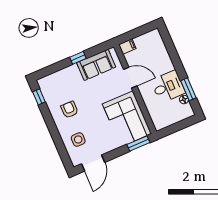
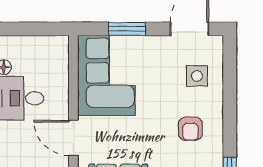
window: (138, 143) -> (127, 29), moved

